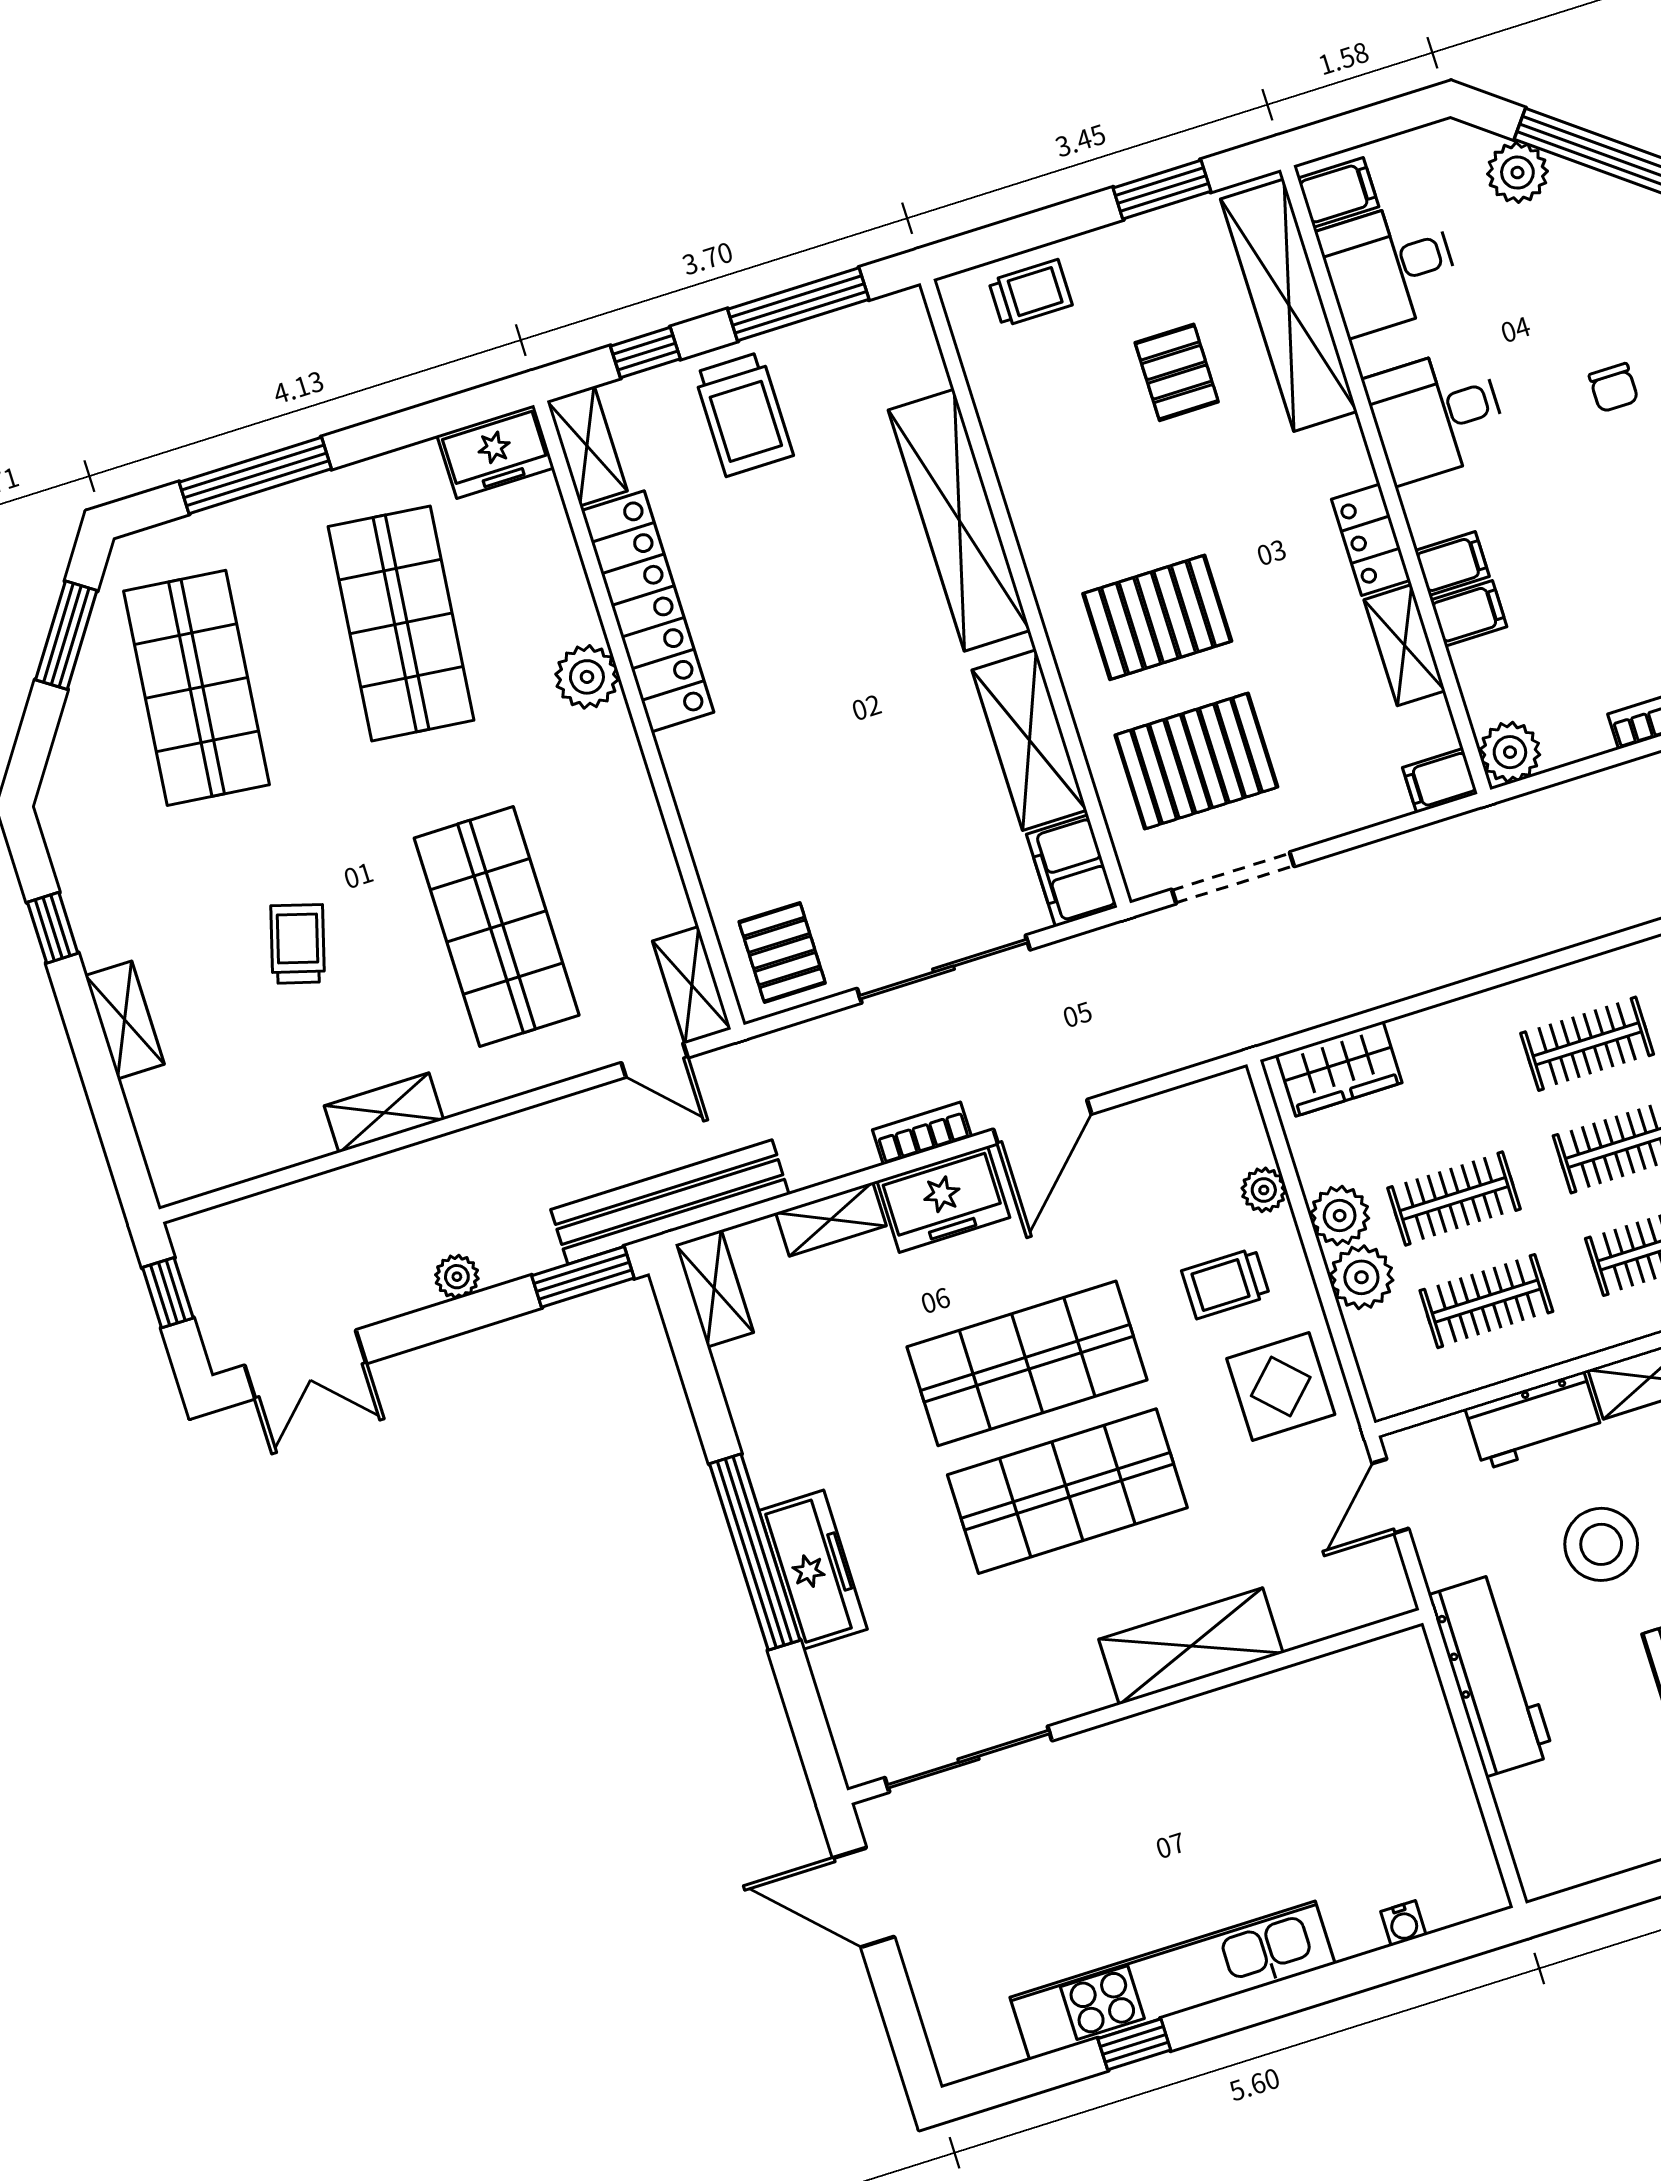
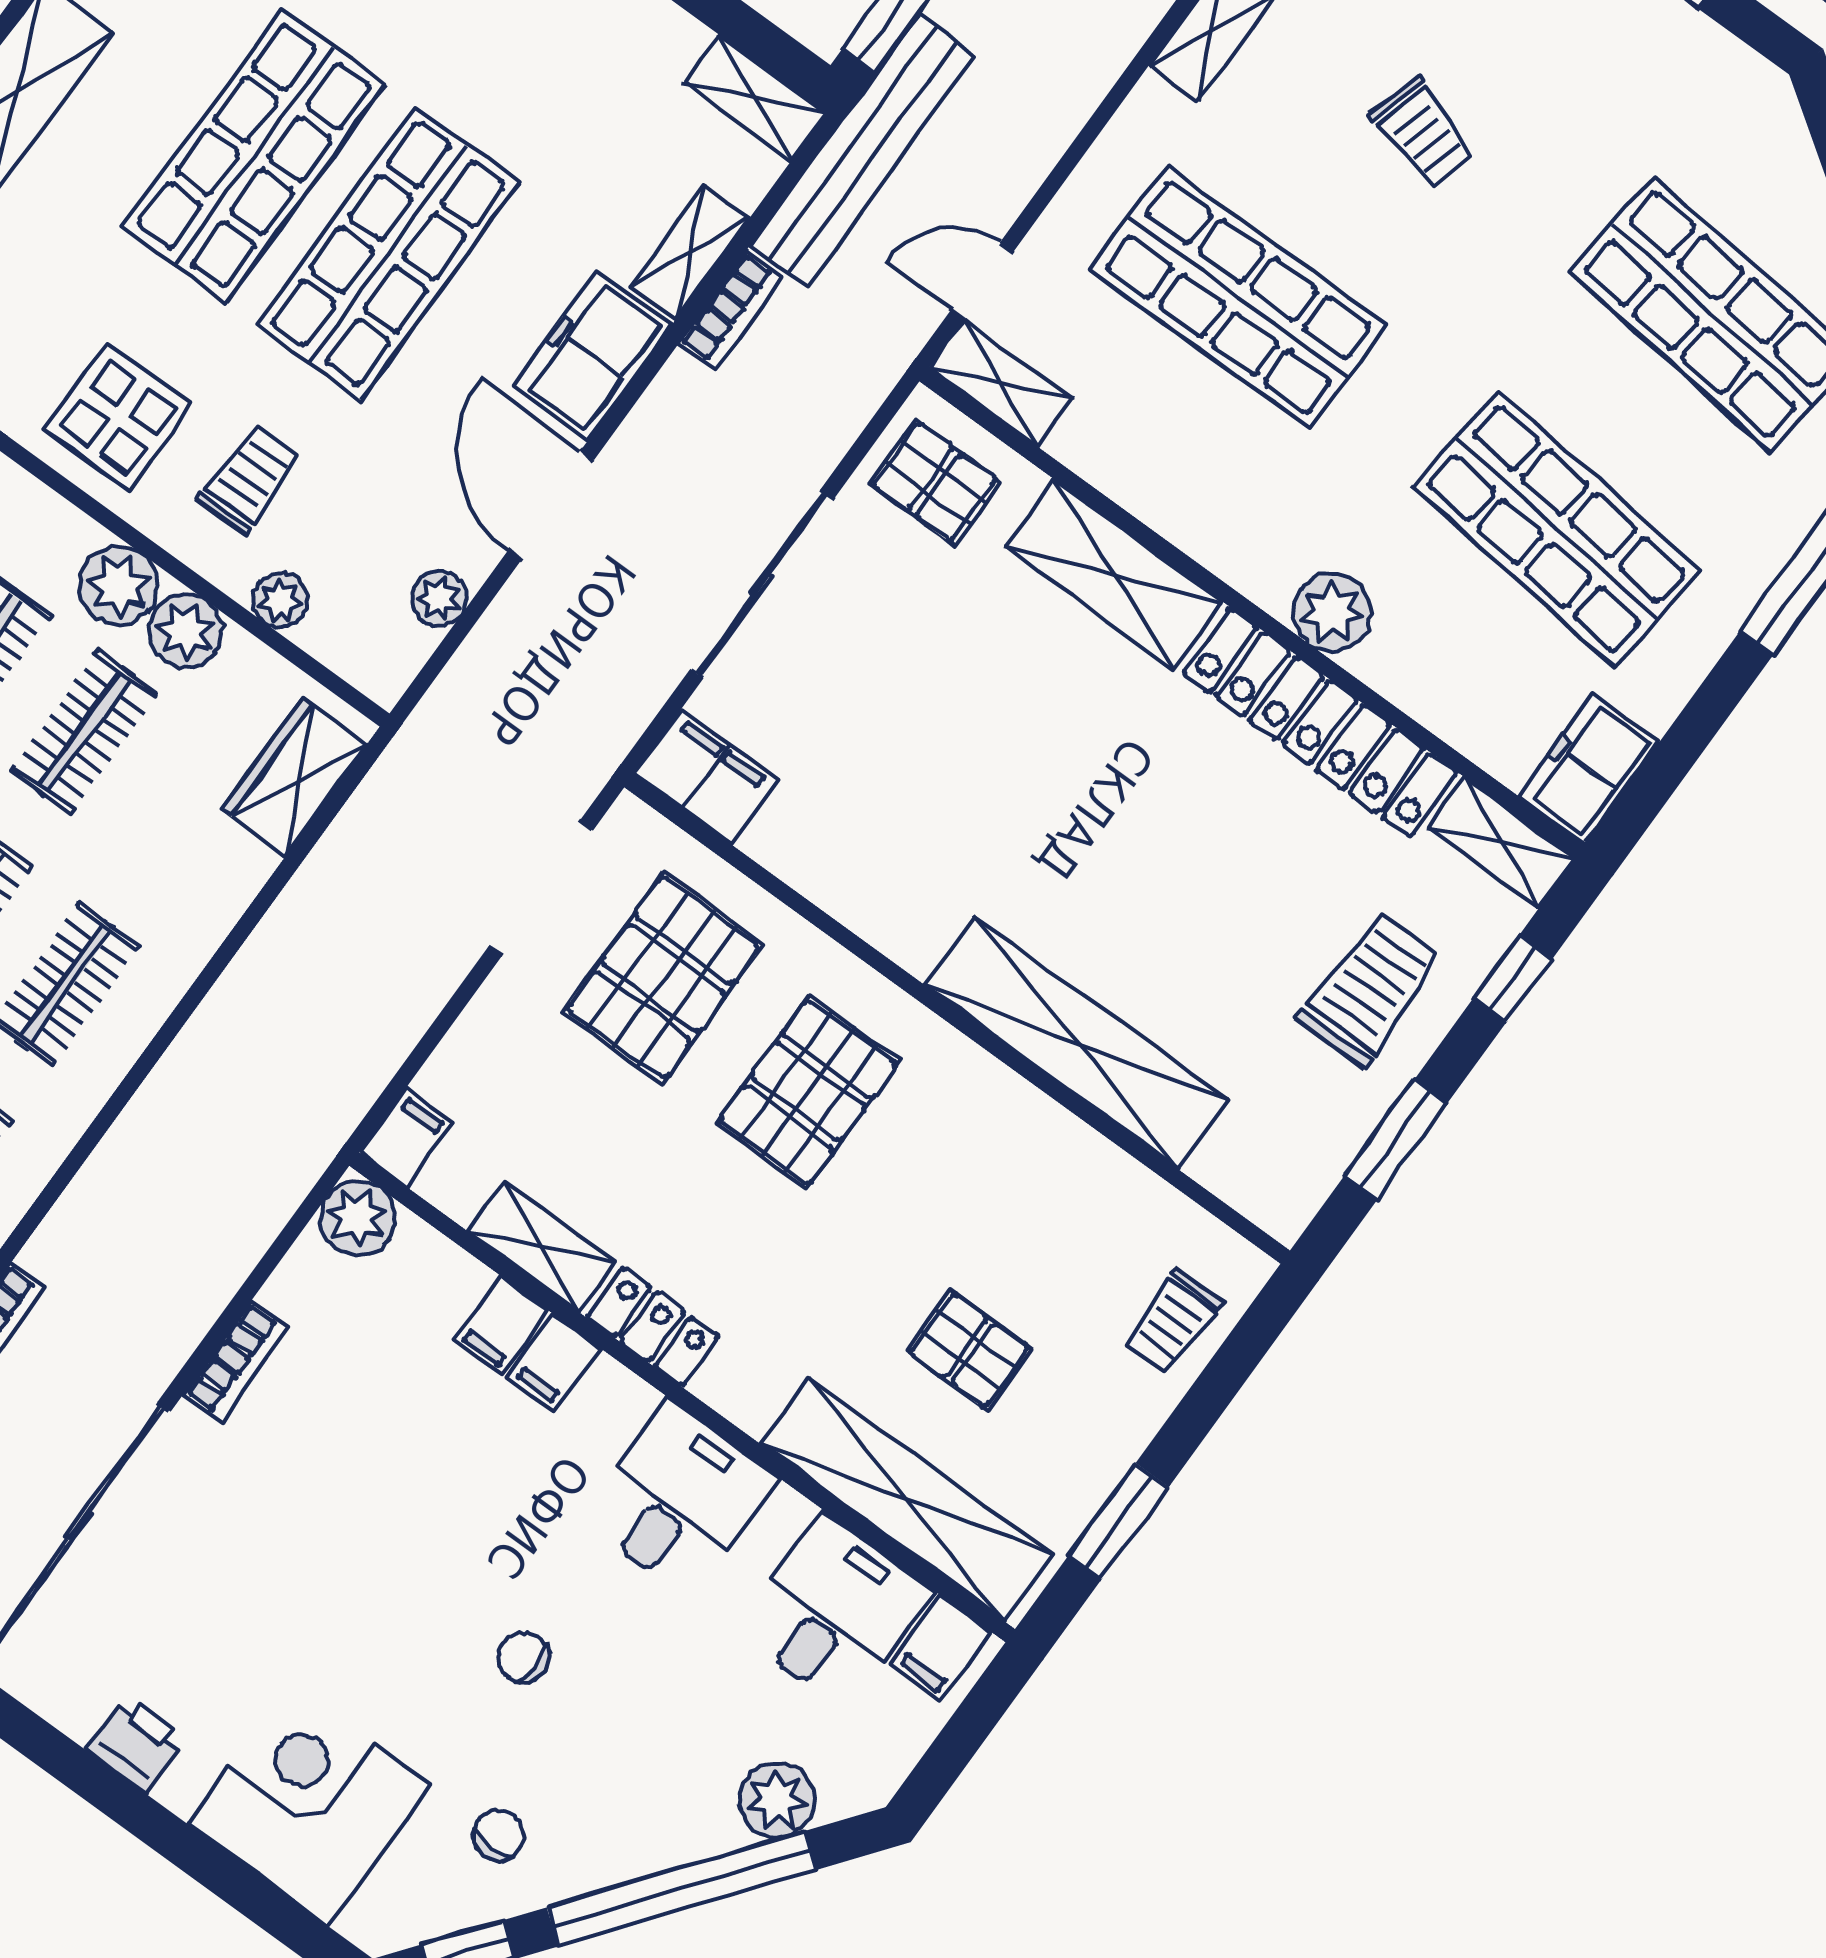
window: (798, 304) -> (1396, 1139), width x0.69
trolley: (743, 414) -> (1370, 990), turned 90
shelving: (1029, 740) -> (1114, 574), moved
plant: (1160, 1115) -> (439, 598), added
bookcase: (922, 1133) -> (731, 310), moved

